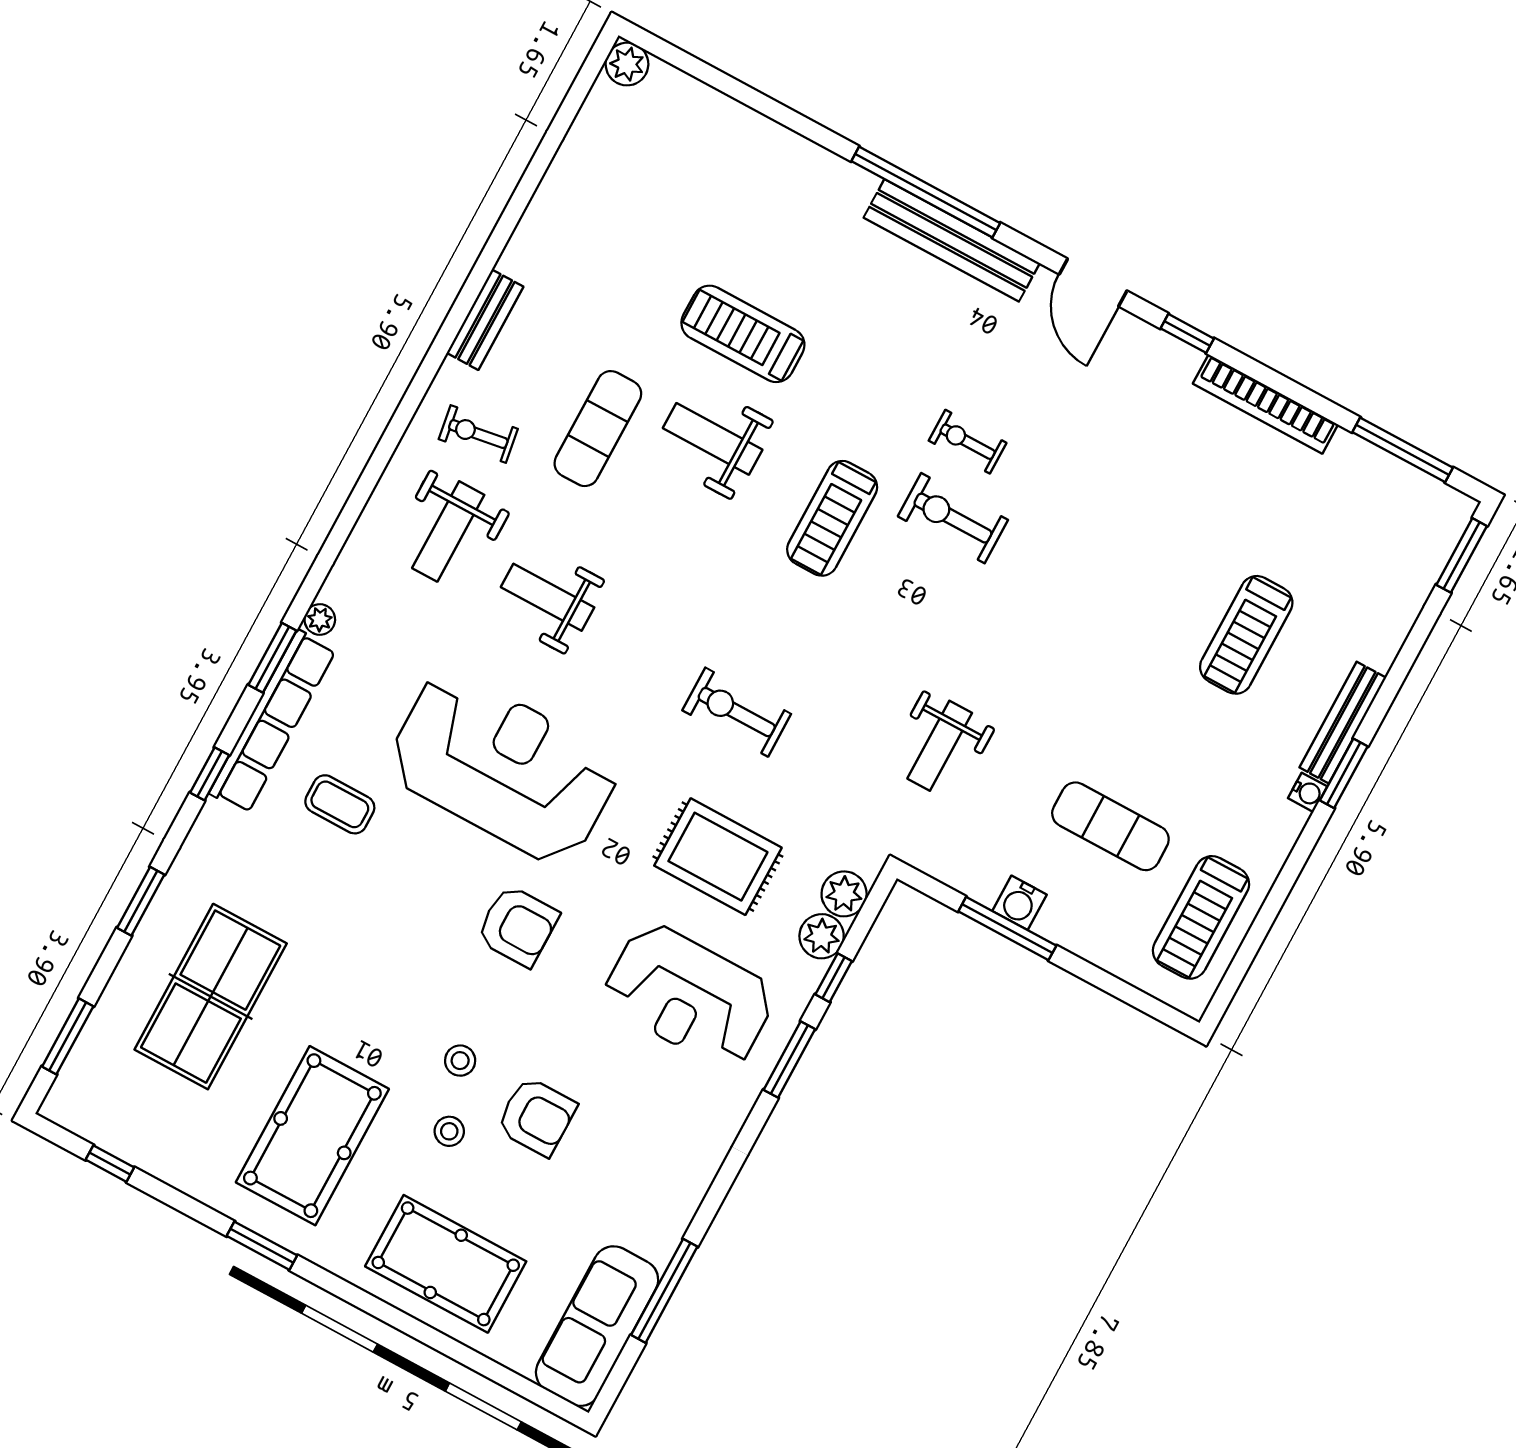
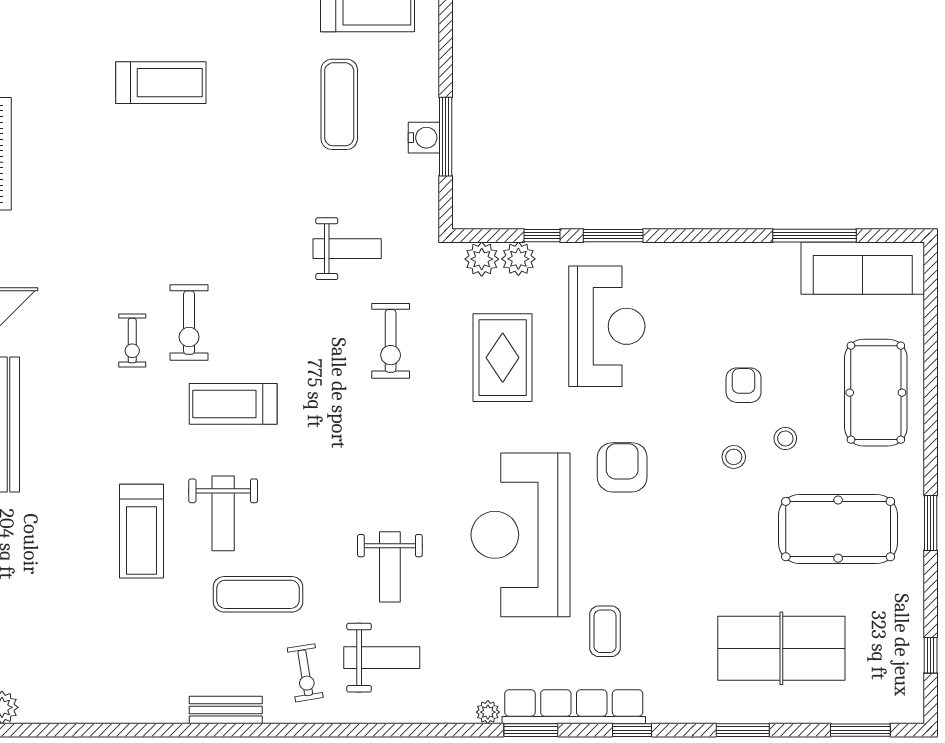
treadmill: (832, 518) -> (233, 404), turned 180
exercise bike: (737, 712) -> (391, 341), moved
armchair: (537, 1116) -> (744, 385), width x0.72, depth x0.72

